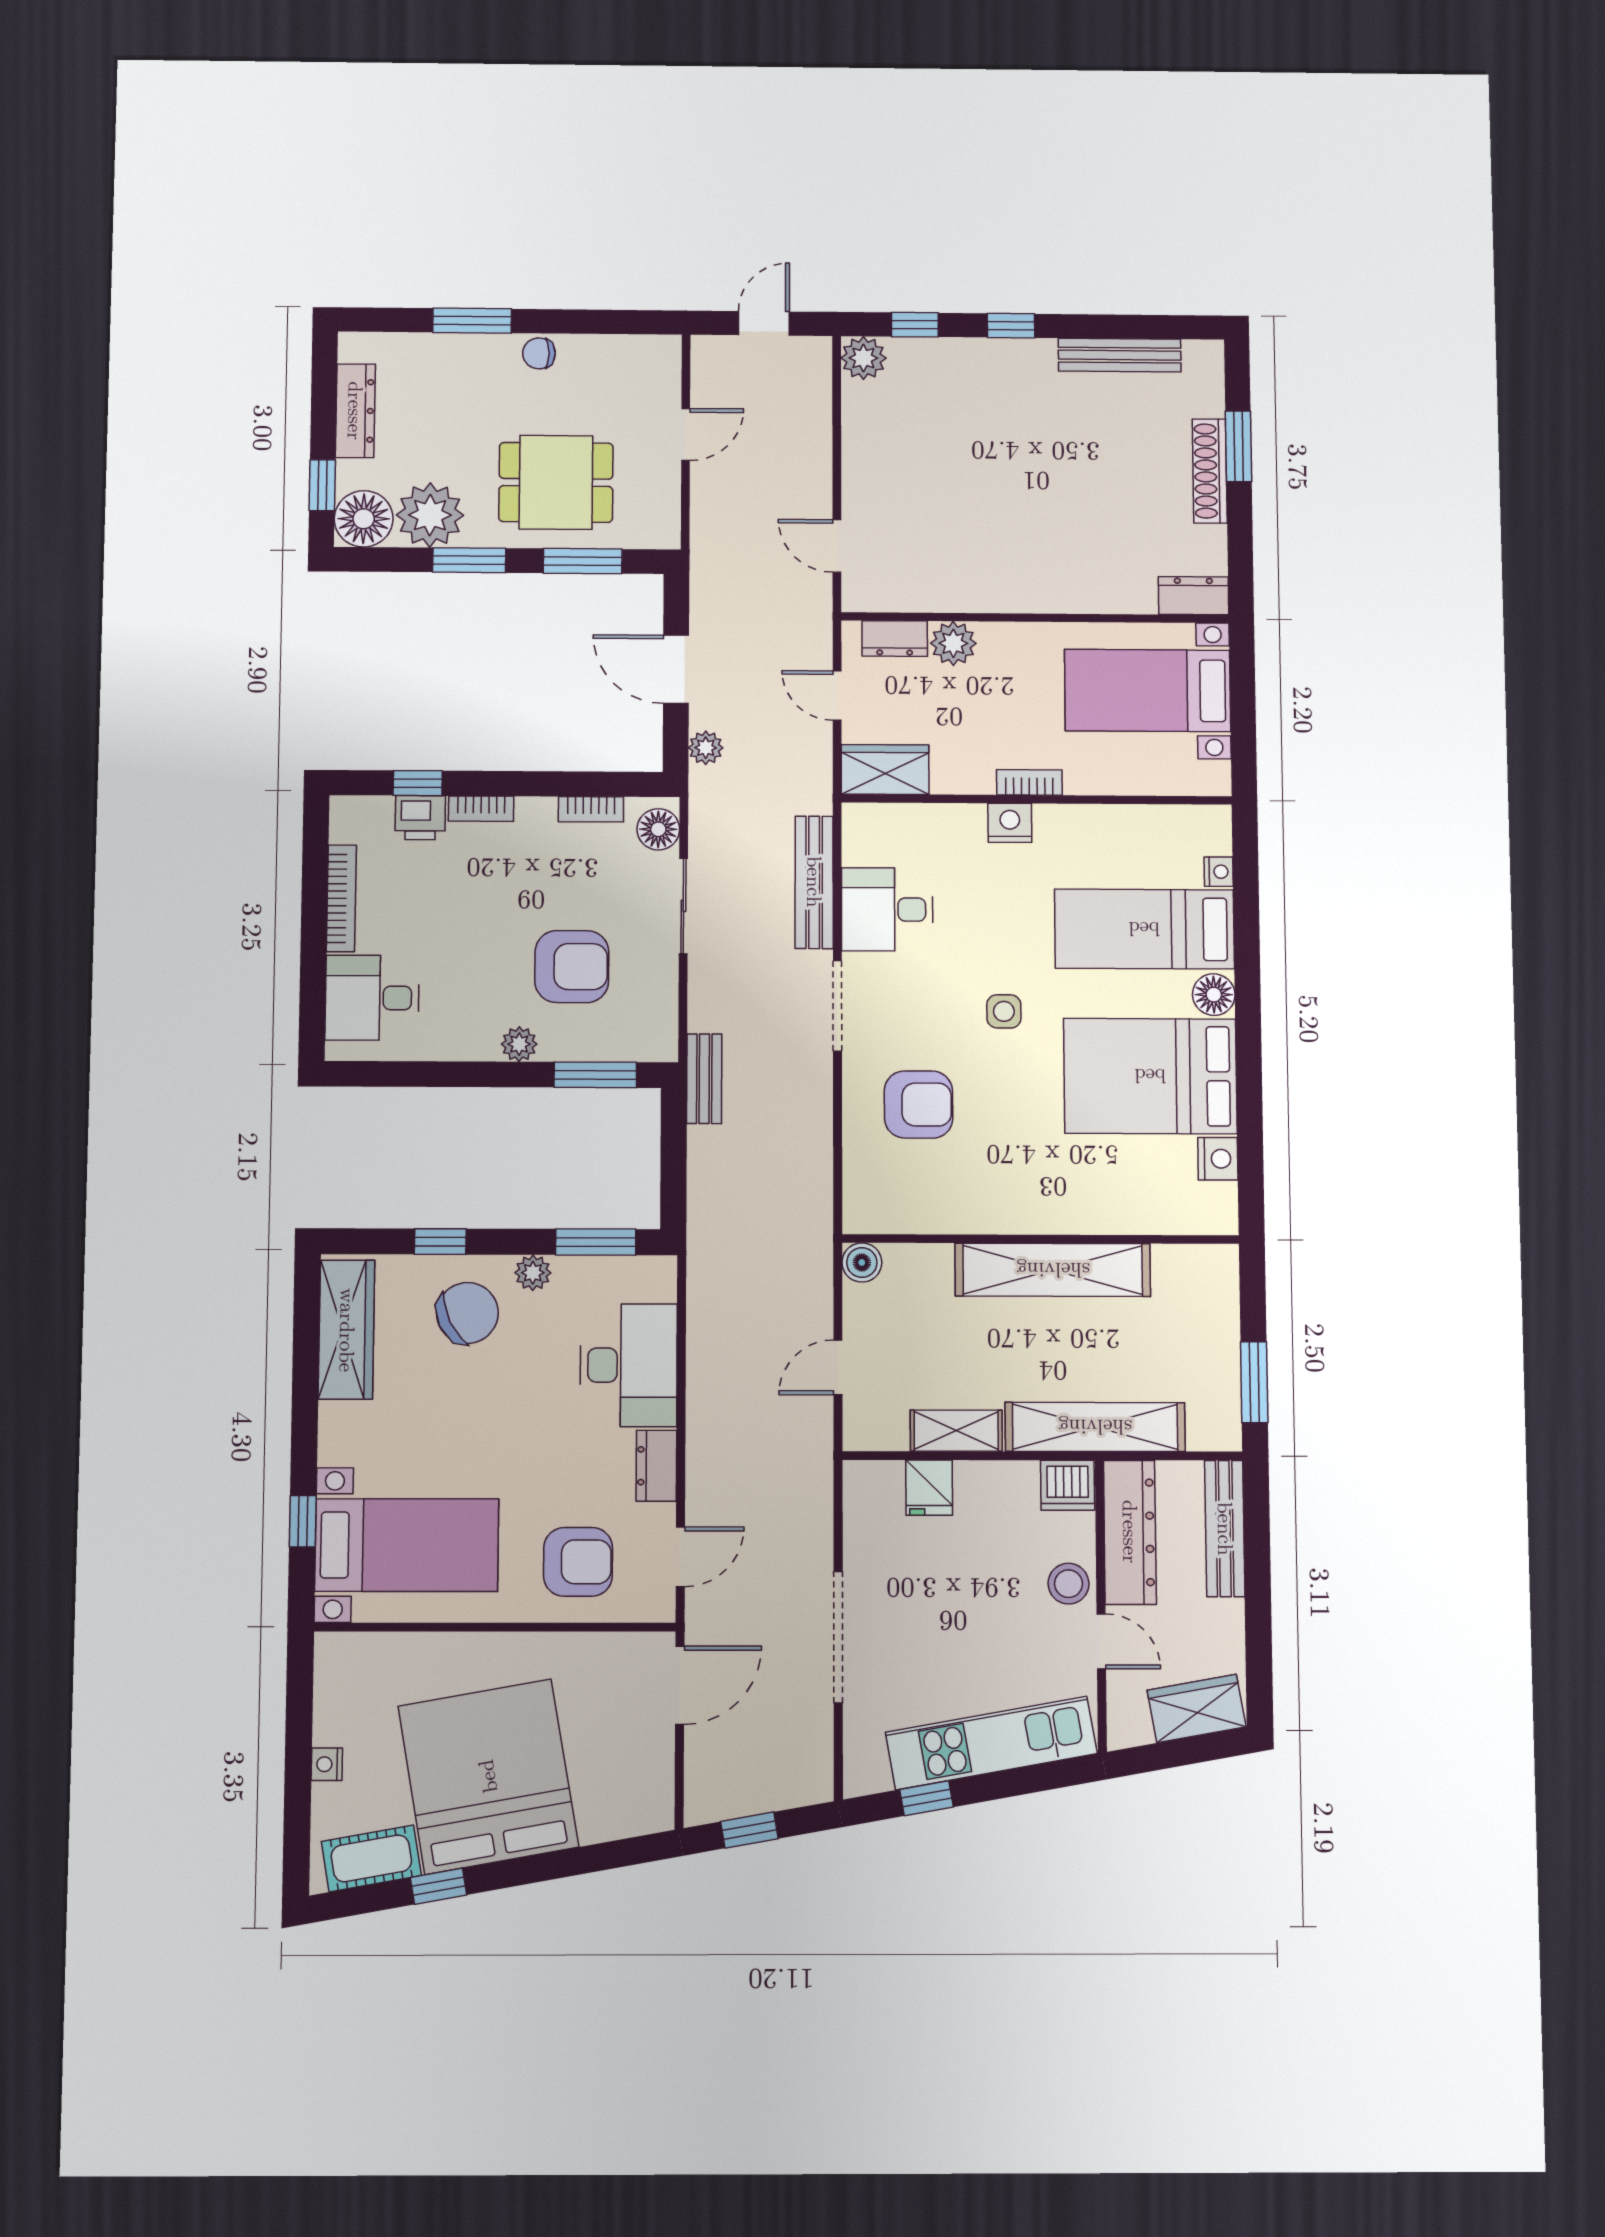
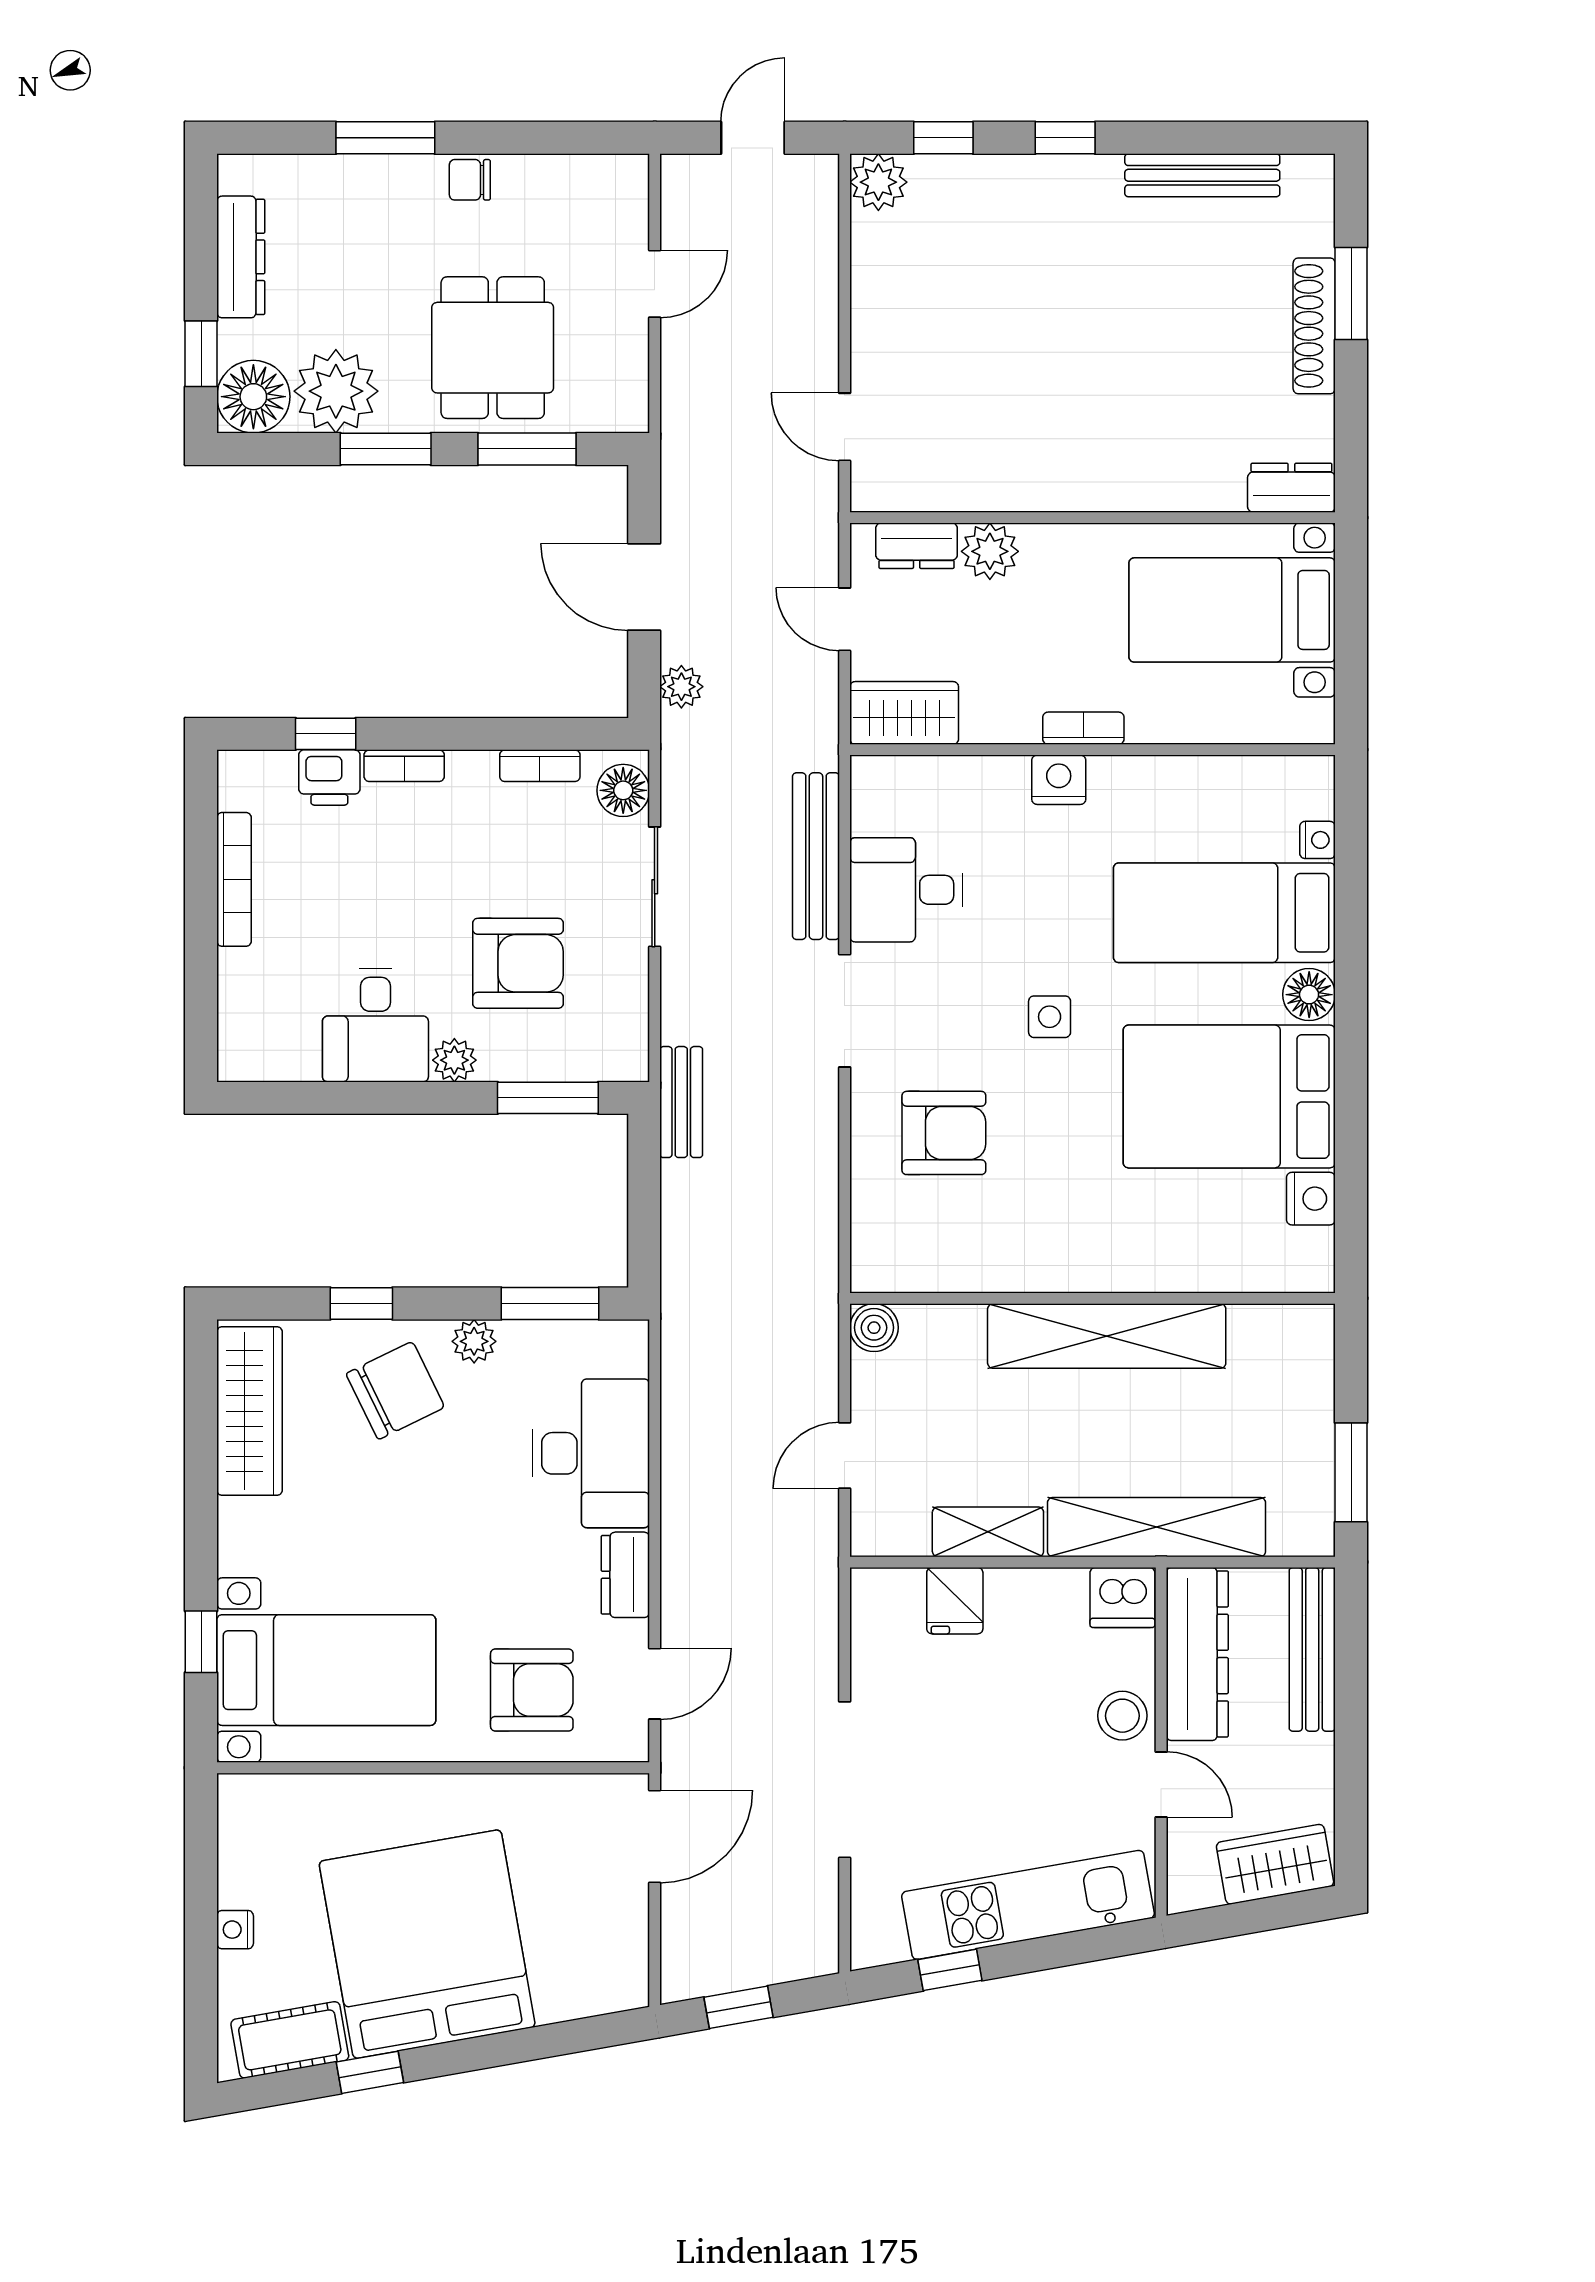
dining table: (556, 482) -> (493, 348), turned 90
desk: (372, 998) -> (375, 1025), moved, turned -90

